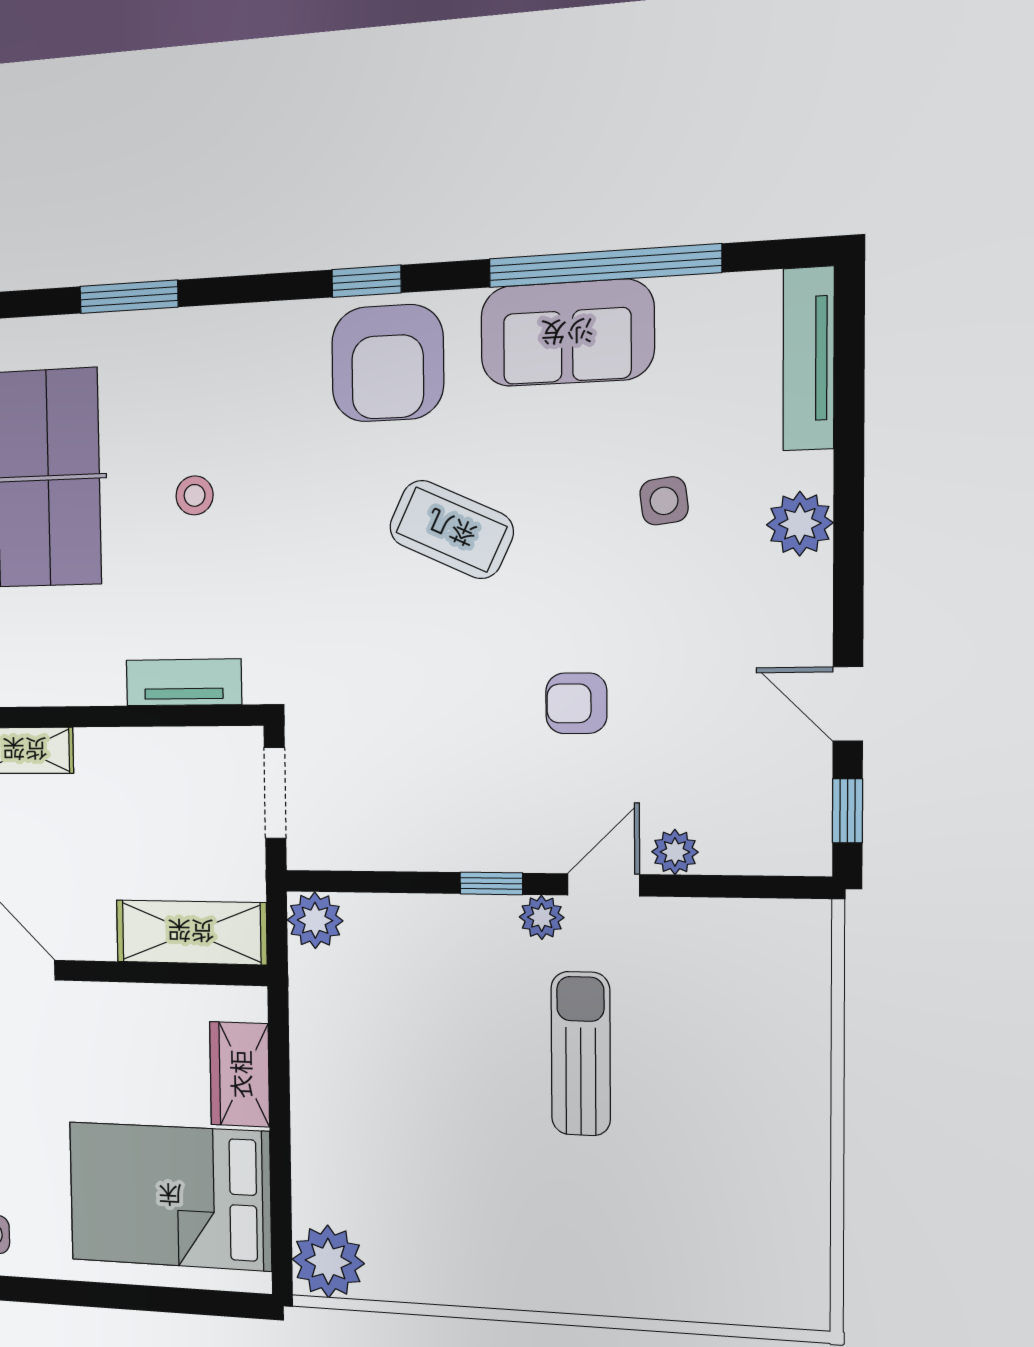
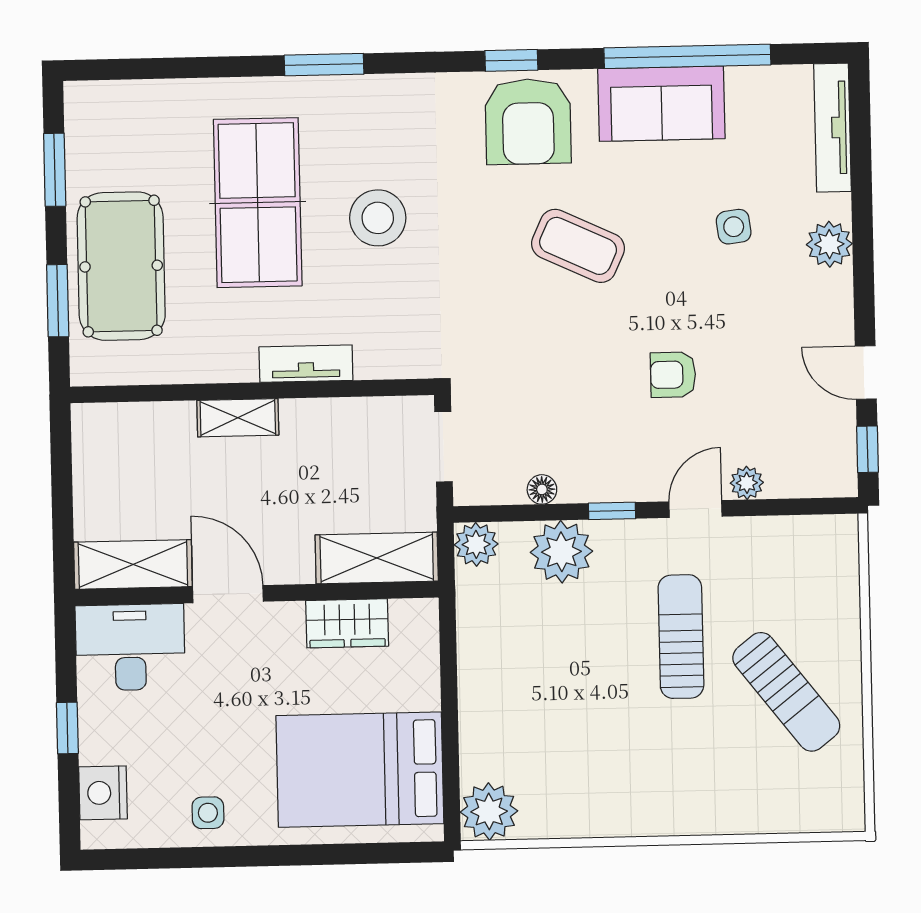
stool: (195, 495) -> (378, 218), width x1.89, depth x1.89
tv unit: (184, 682) -> (306, 364), moved
floor lamp: (400, 852) -> (542, 489), added
plant: (542, 917) -> (561, 552), moved, width x1.87, depth x1.87
wardrobe: (240, 1074) -> (347, 623), moved, turned -90
sun lounger: (724, 1136) -> (786, 692), added

